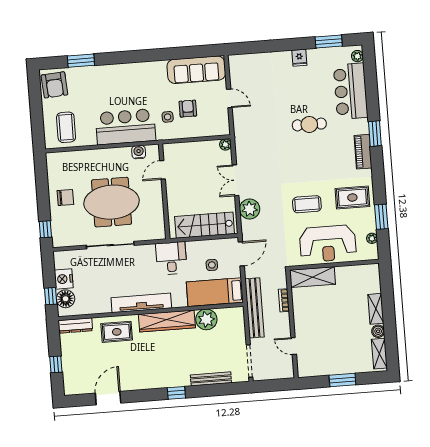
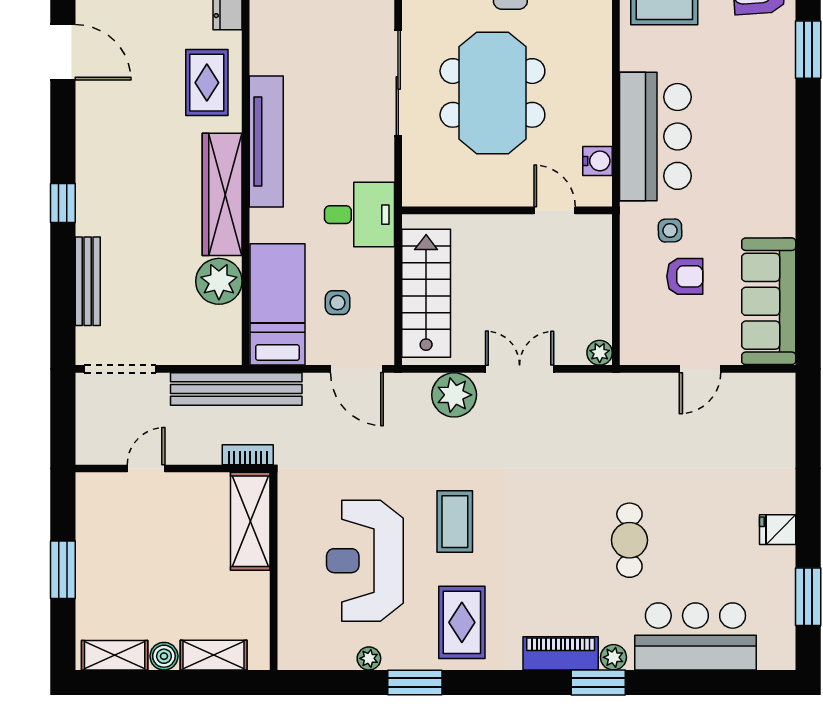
plant: (357, 56) -> (613, 657), moved
wall: (334, 265) -> (274, 571), moved
shelving: (312, 277) -> (250, 521), moved

